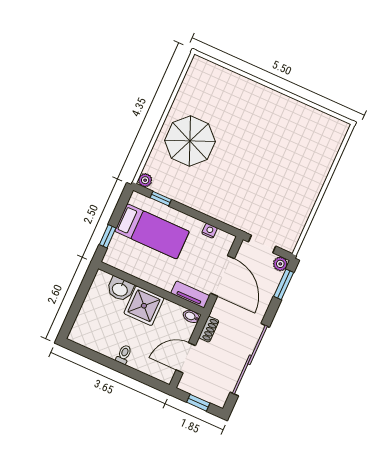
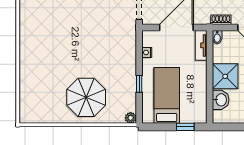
window: (161, 199) -> (139, 84), moved

